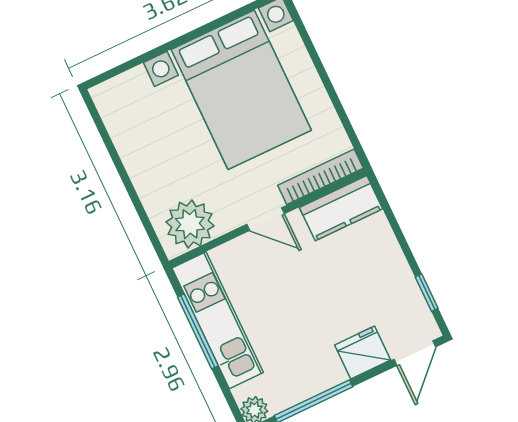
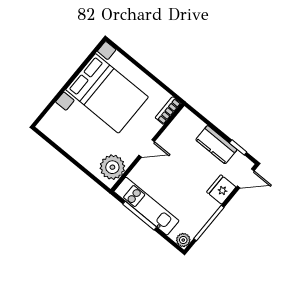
bookcase: (320, 177) -> (168, 111), width x0.64
kitchen counter: (341, 208) -> (216, 145), moved, turned 90
door: (415, 353) -> (246, 178), hinge flipped

